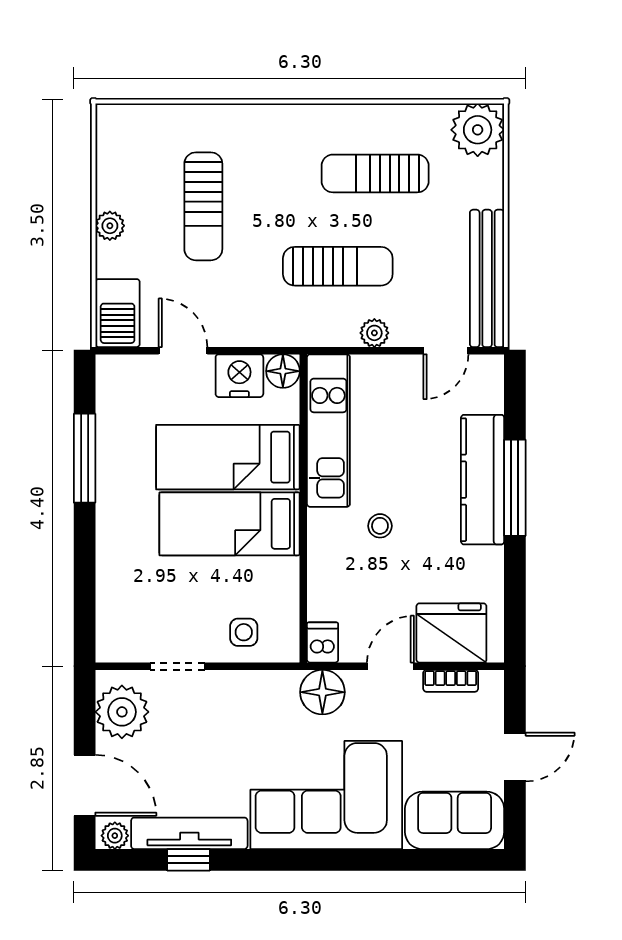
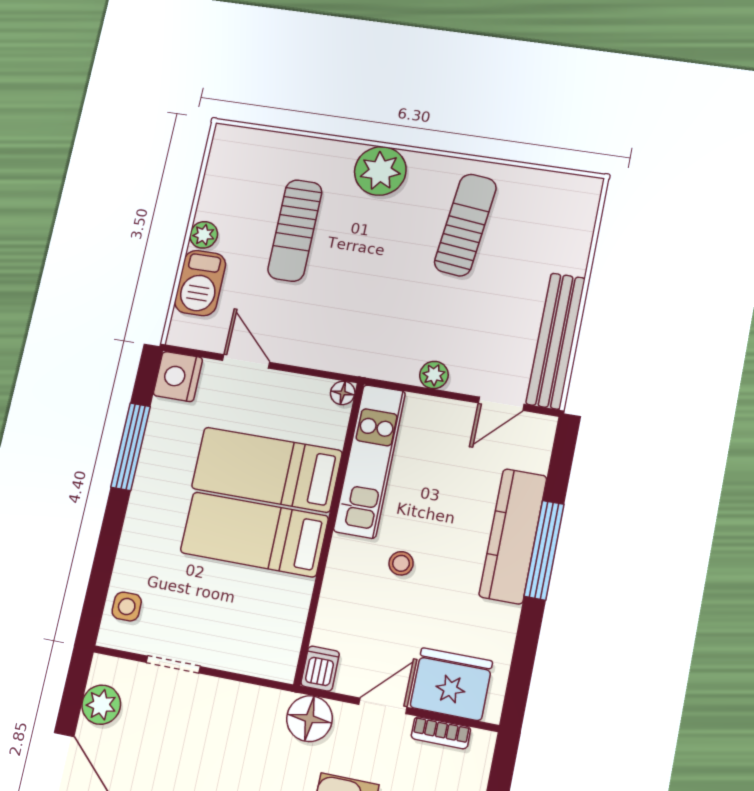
plant: (478, 130) -> (380, 171), moved
sun lounger: (375, 173) -> (465, 225), turned 96
sun lounger: (338, 266) -> (411, 306), removed
barbecue: (118, 313) -> (200, 283), moved
floor lamp: (283, 371) -> (343, 393), width x0.73, depth x0.73
nightstand: (239, 376) -> (178, 377), moved, turned -90
side table: (244, 632) -> (127, 606), moved
plant: (122, 712) -> (101, 705), width x0.73, depth x0.73

